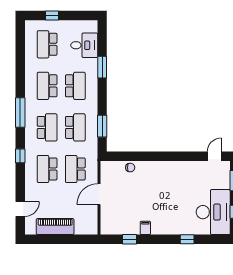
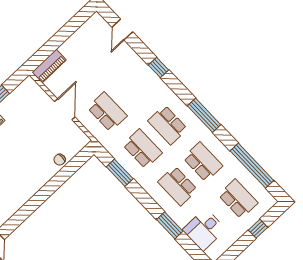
window: (20, 56) -> (252, 166), added
school desk: (75, 127) -> (142, 149), turned 180
window: (20, 156) -> (158, 68), moved
school desk: (47, 169) -> (132, 88), removed
piano: (55, 227) -> (49, 66), moved, width x0.73, depth x0.75

